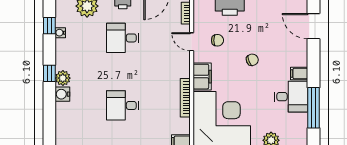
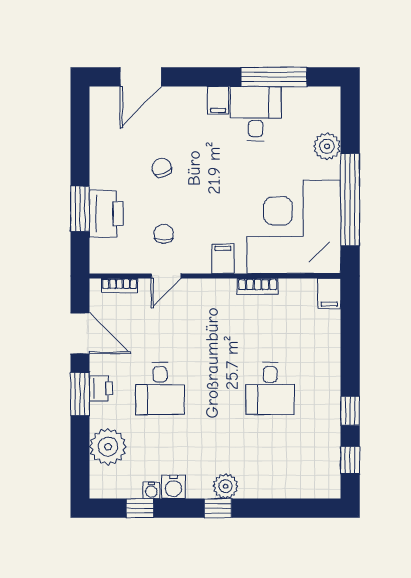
chair: (252, 60) -> (162, 168), moved
filing cabinet: (202, 77) -> (223, 259), width x0.50
water cooler: (62, 94) -> (173, 487), moved
bookcase: (185, 98) -> (258, 286), width x0.64

